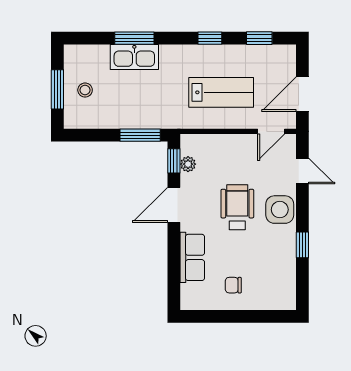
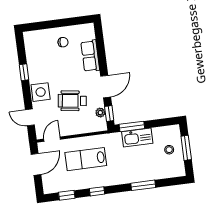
kitchen sink: (134, 57) -> (137, 137), moved, turned 180
wheelchair: (237, 207) -> (72, 101), moved, turned 98

